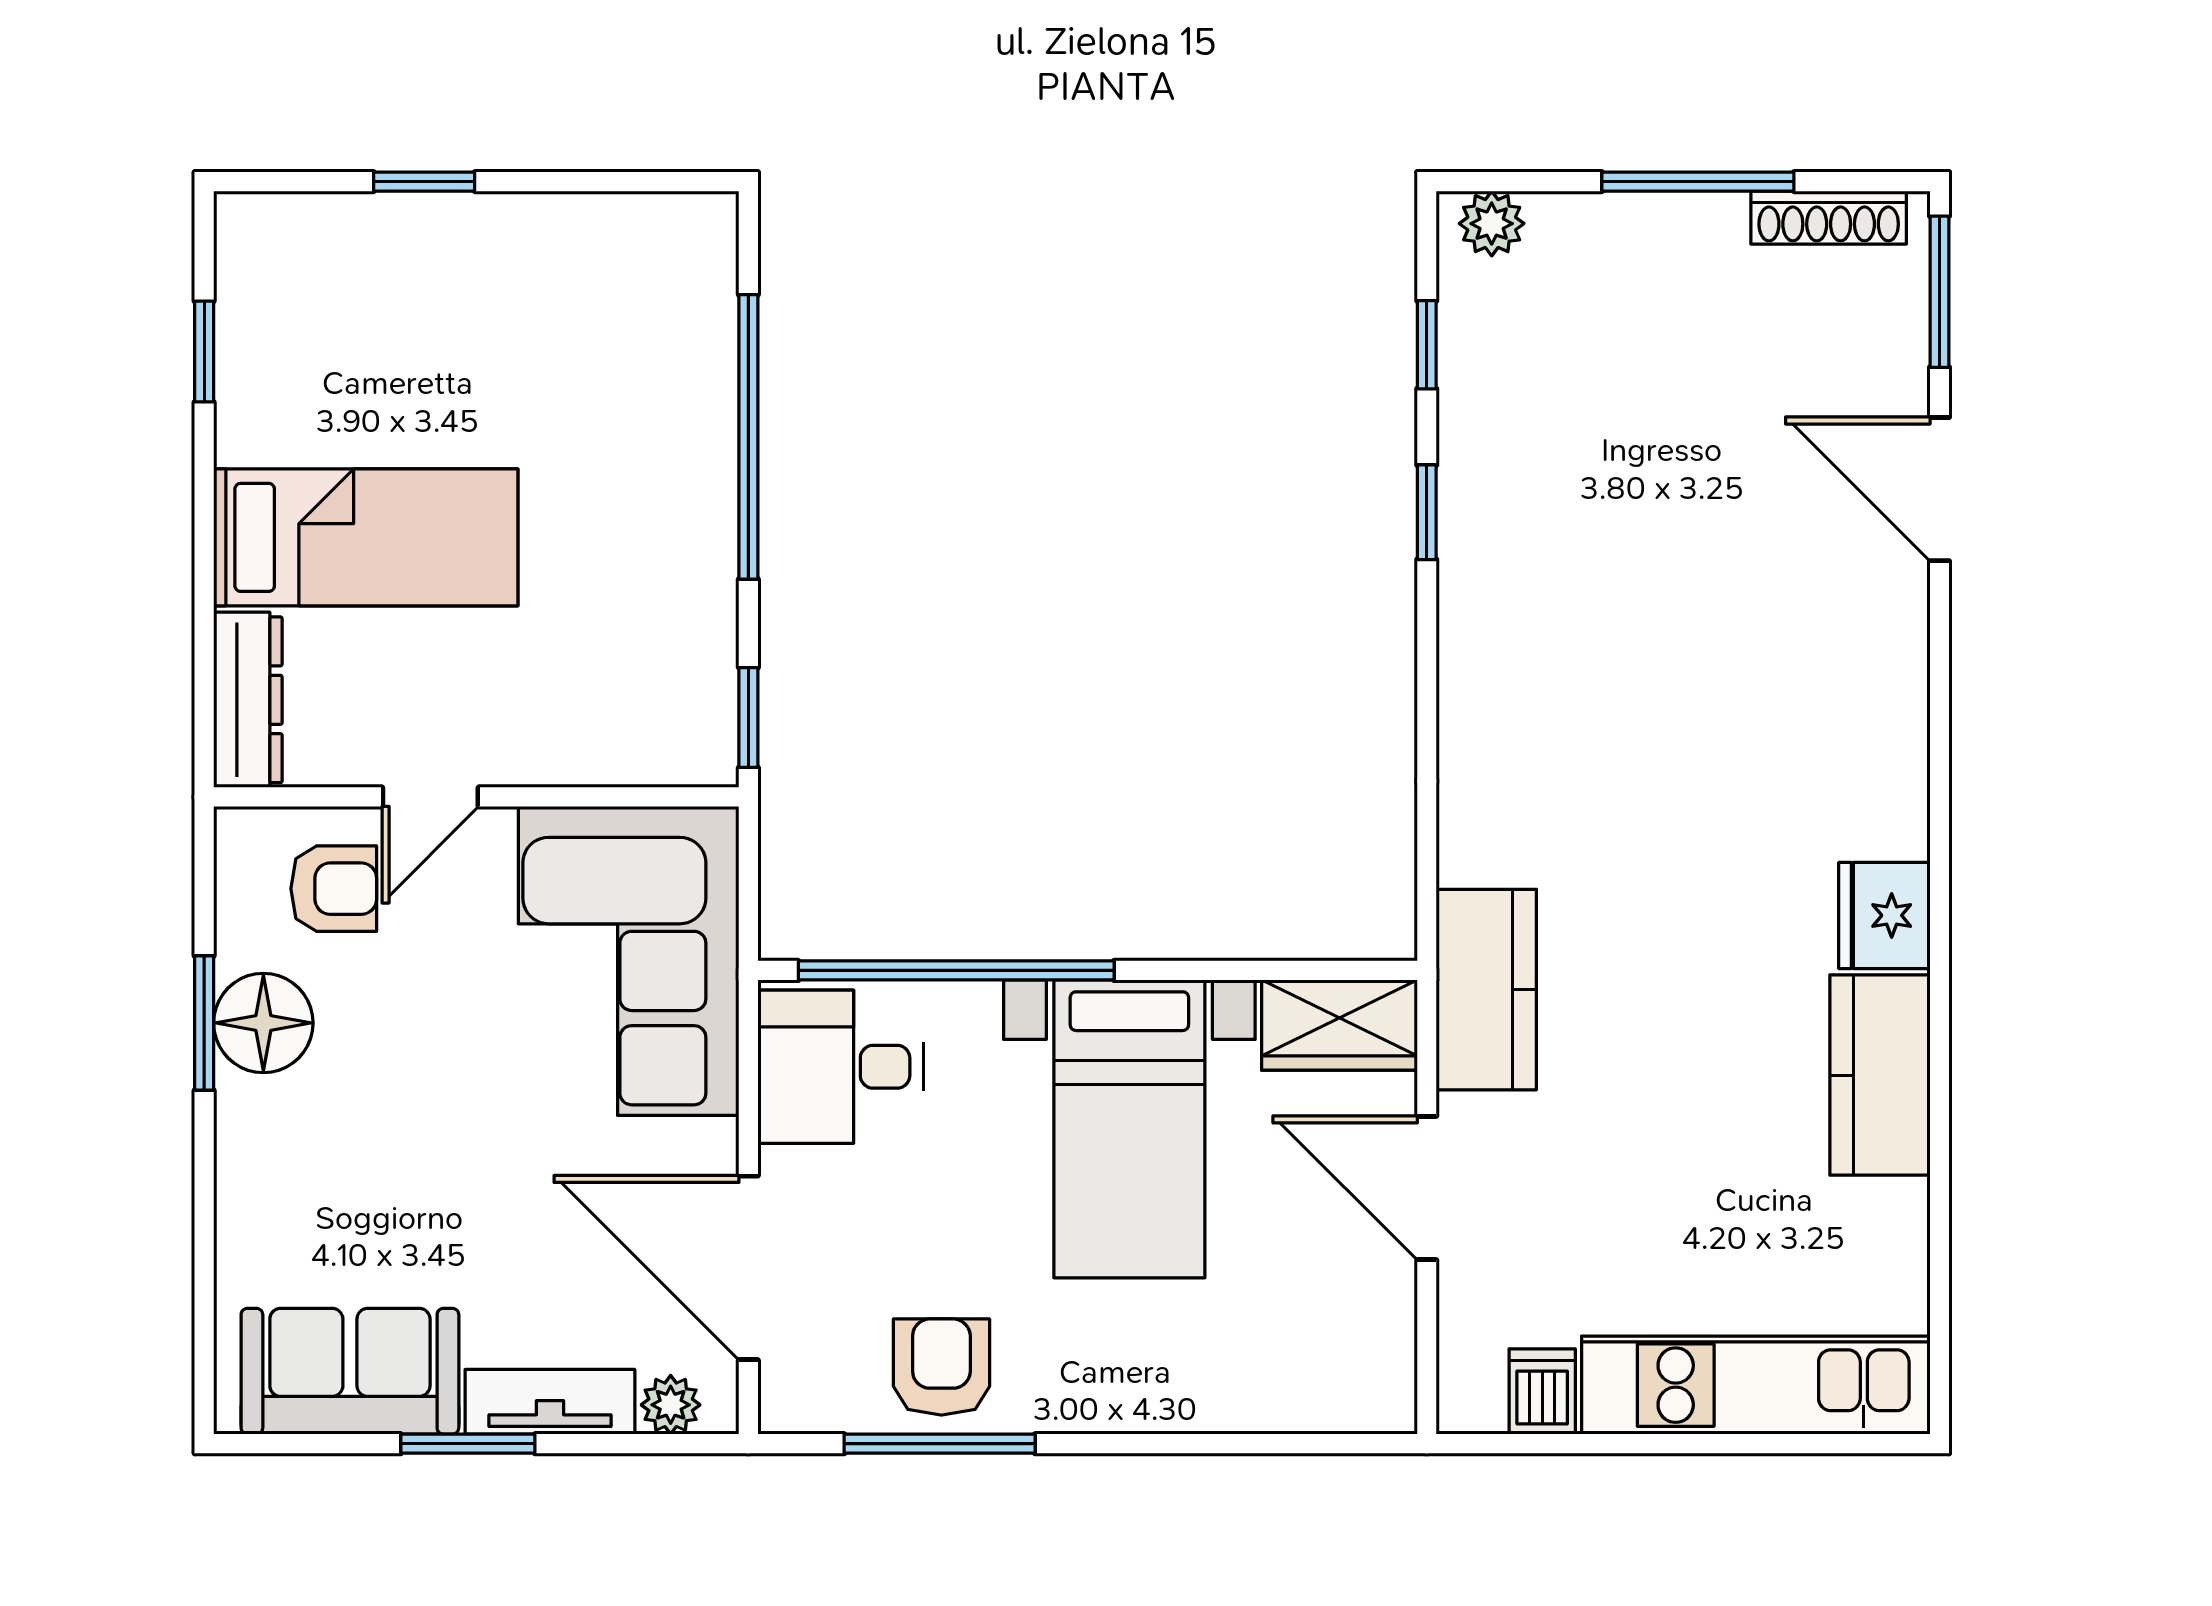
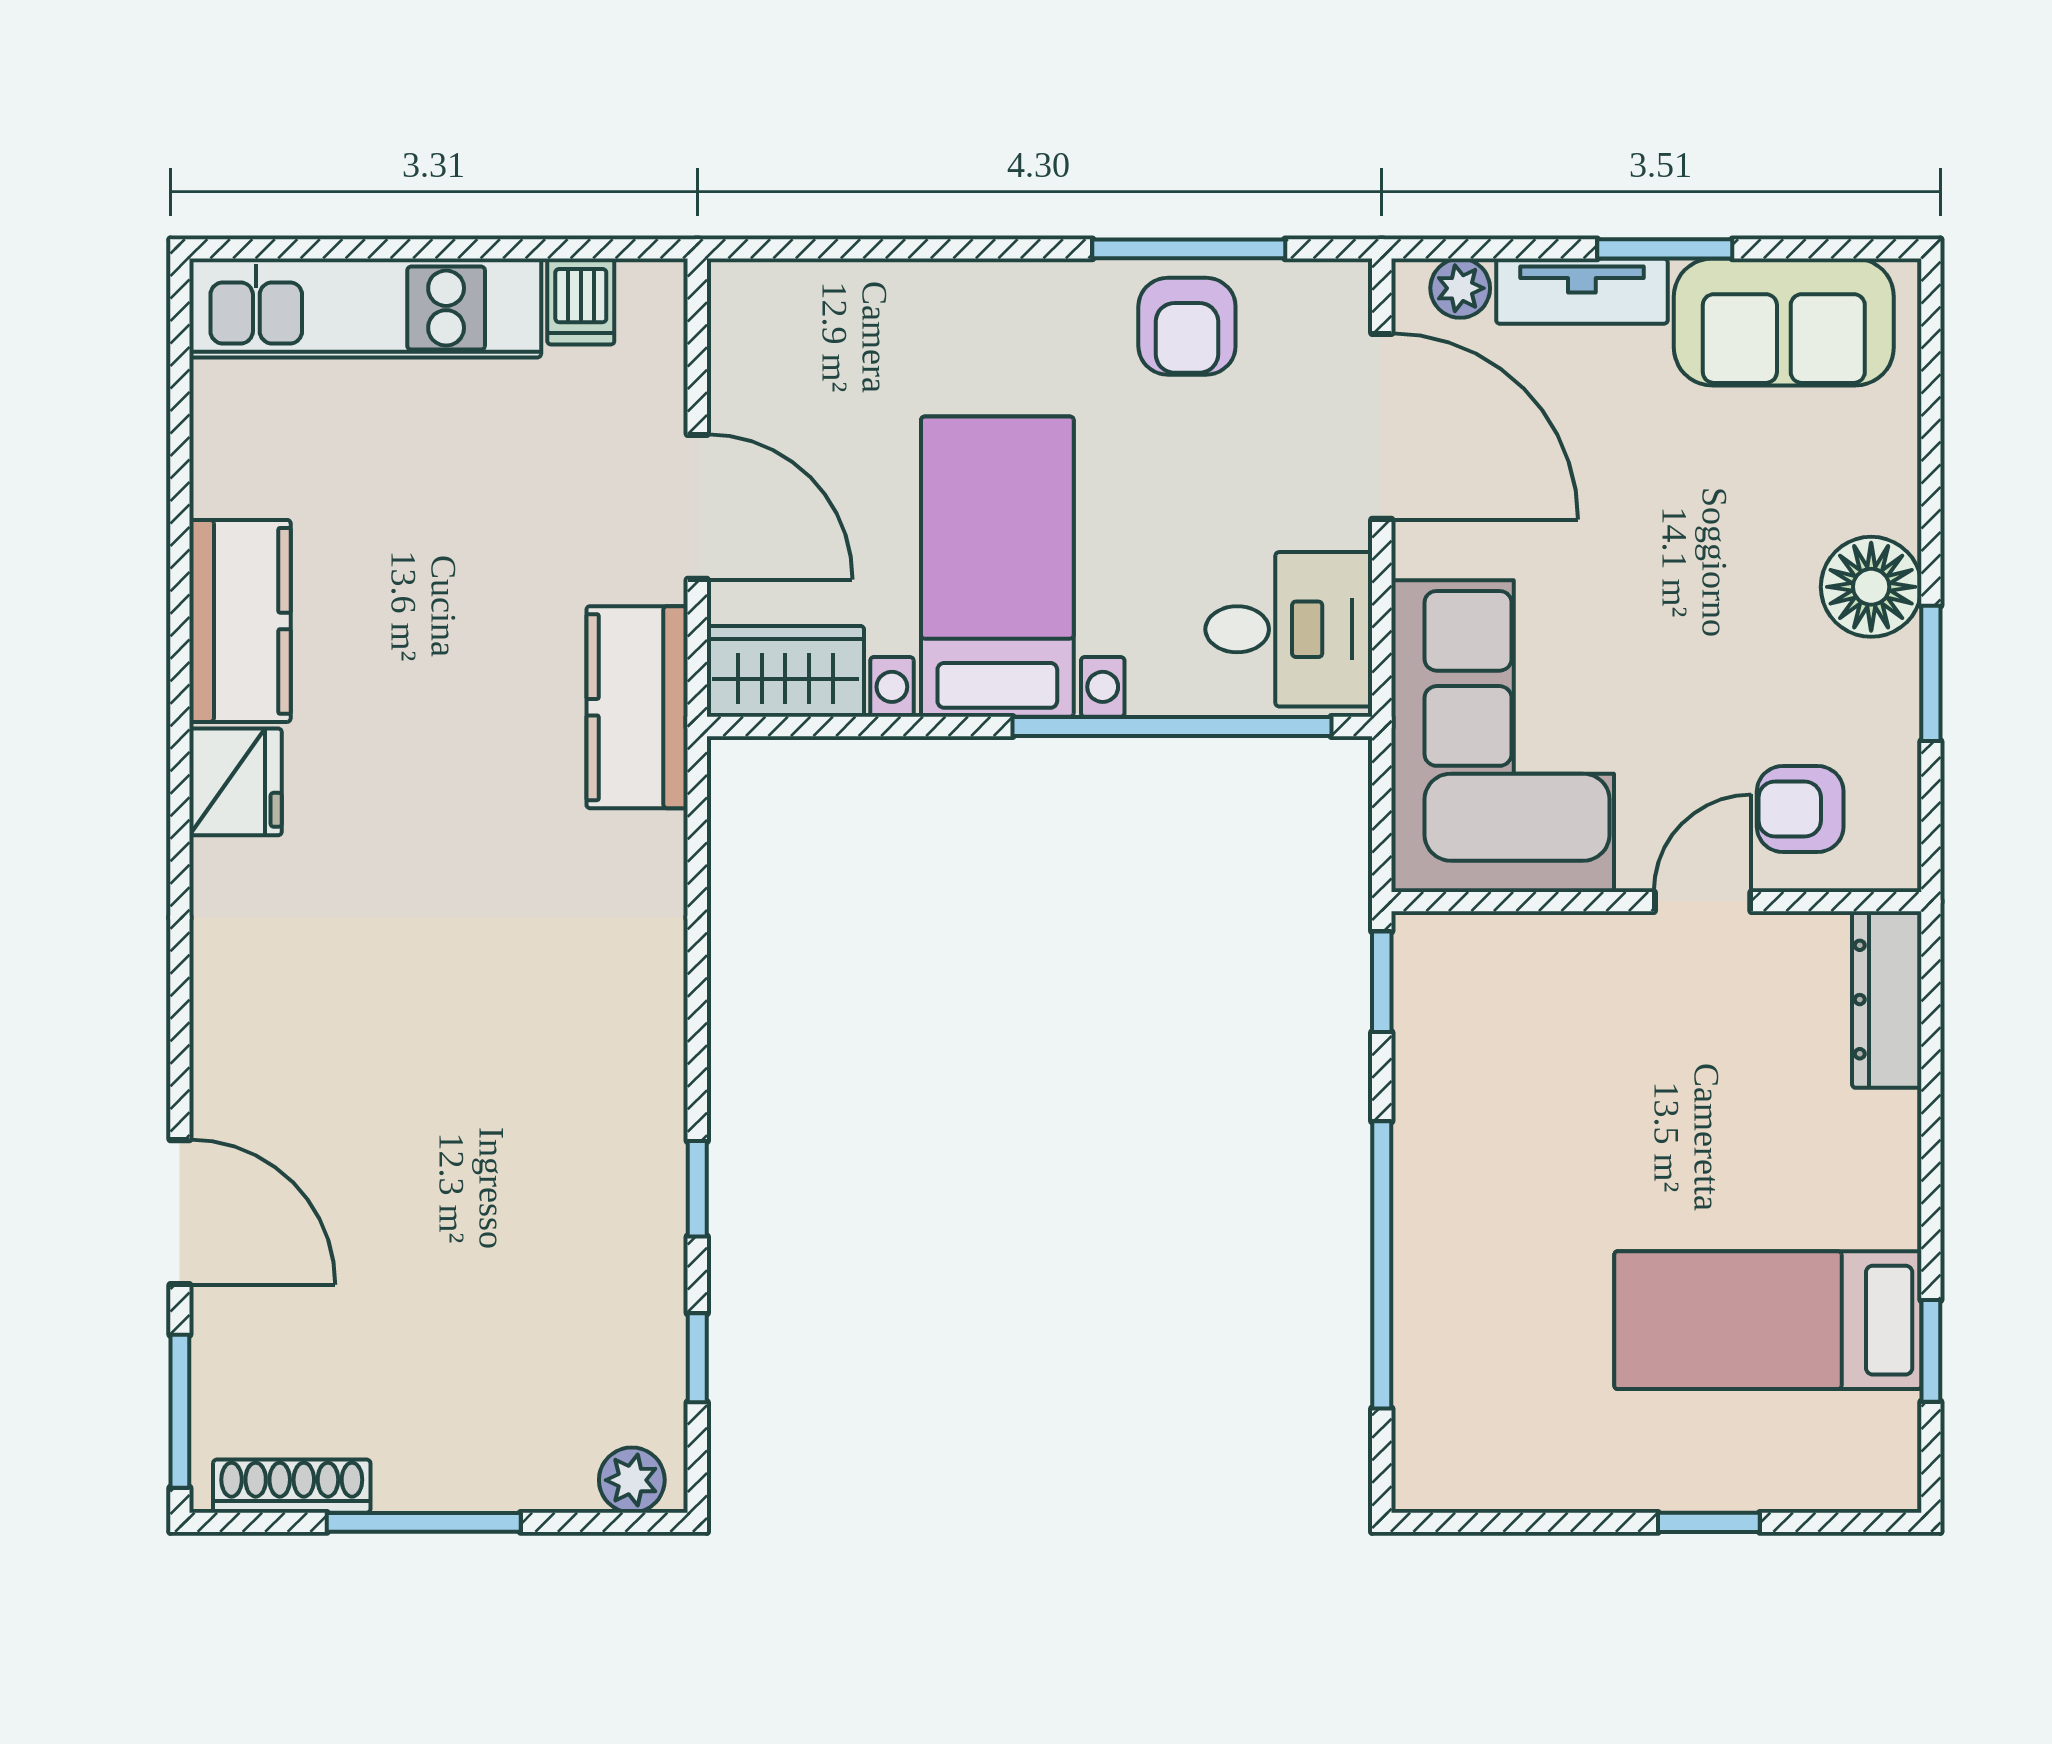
bed: (366, 537) -> (1768, 1320), moved
floor lamp: (263, 1023) -> (1871, 587), moved

